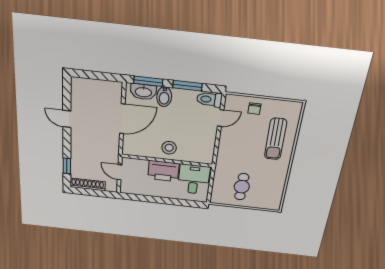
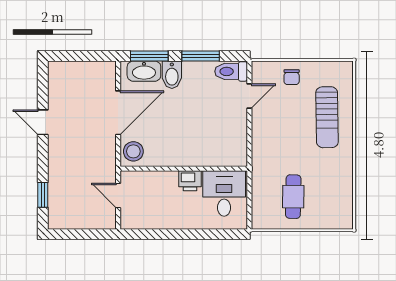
stool: (169, 148) -> (133, 151), moved
printer: (163, 171) -> (190, 181), width x0.53, depth x0.68
shoe rack: (88, 184) -> (73, 221), removed

